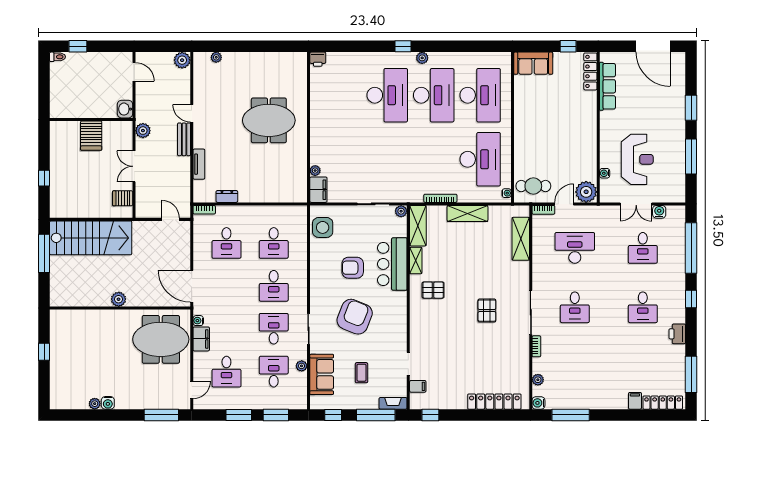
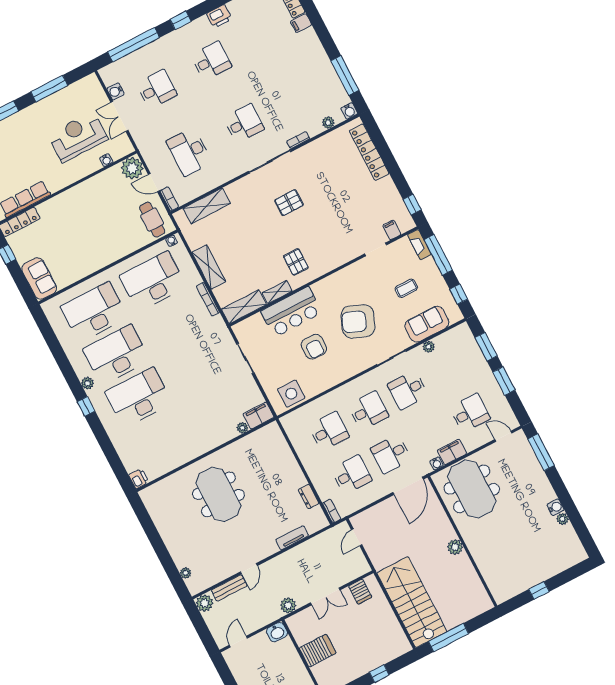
bench: (184, 139) -> (229, 588), moved
double door: (636, 204) -> (119, 116), swing flipped
plant: (401, 211) -> (239, 329), removed
desk: (274, 372) -> (391, 454), moved

